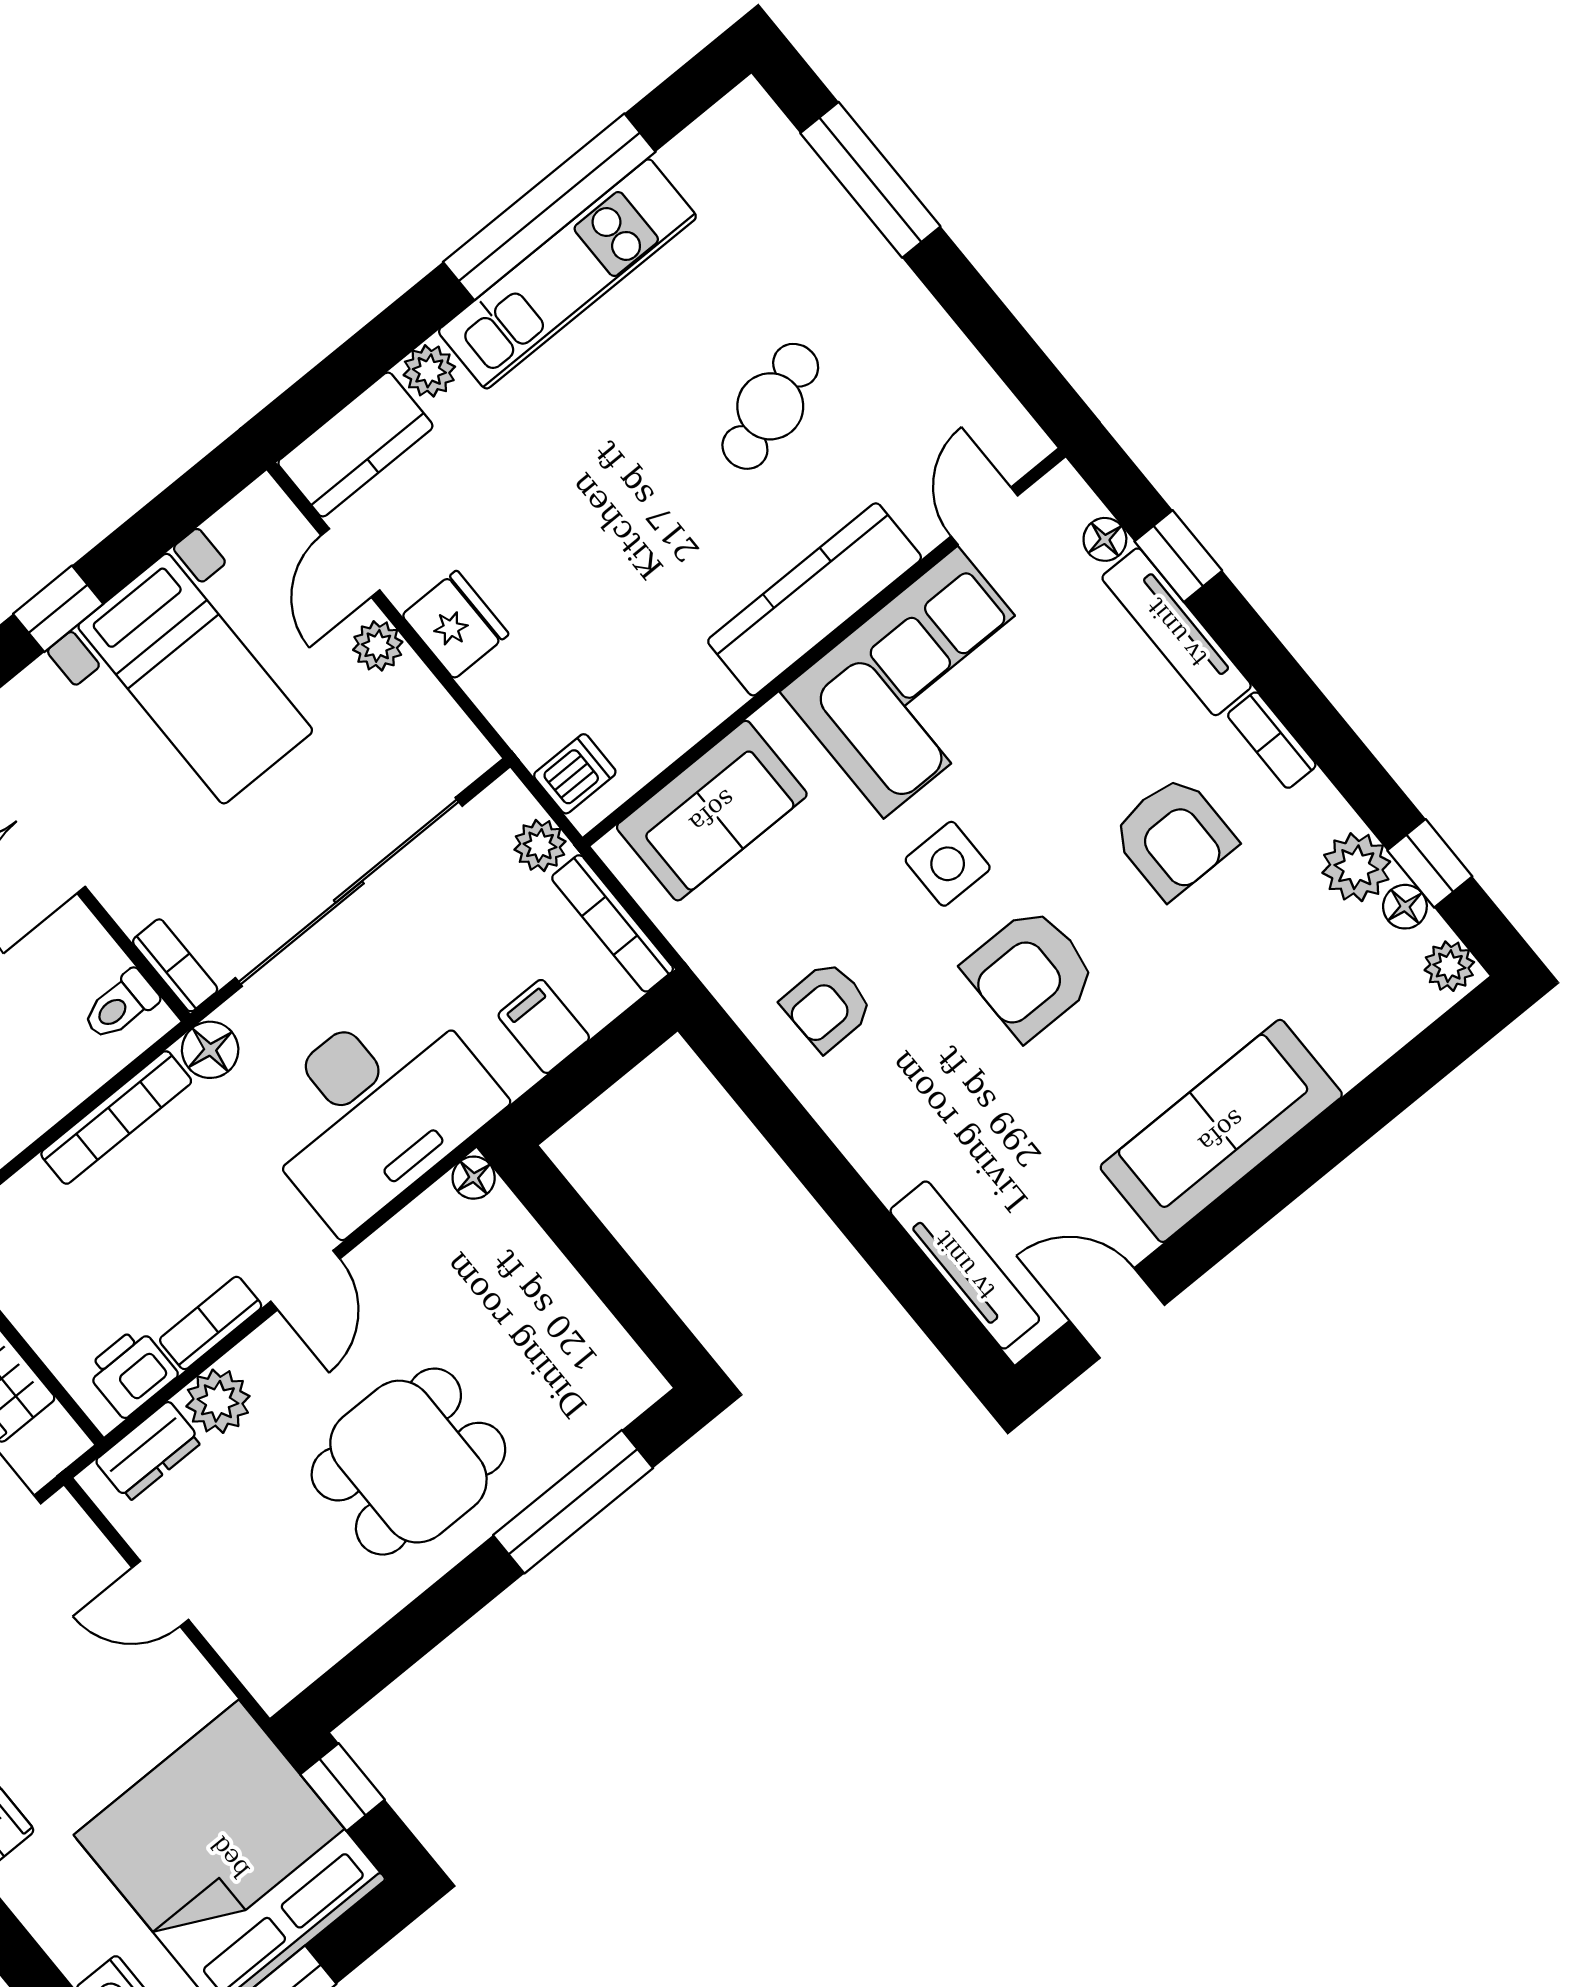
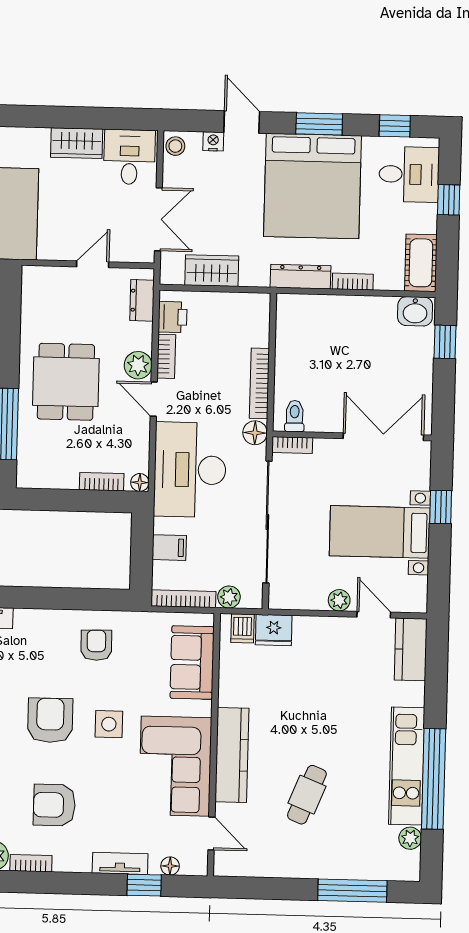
plant: (429, 371) -> (410, 838), moved
cafe table: (770, 406) -> (307, 795), turned 41
fridge: (455, 625) -> (274, 630), moved
tv unit: (1177, 632) -> (120, 863), width x0.71
bookcase: (1272, 740) -> (31, 863), moved
bookcase: (530, 1246) -> (102, 482), added
plant: (218, 1401) -> (138, 365), moved

